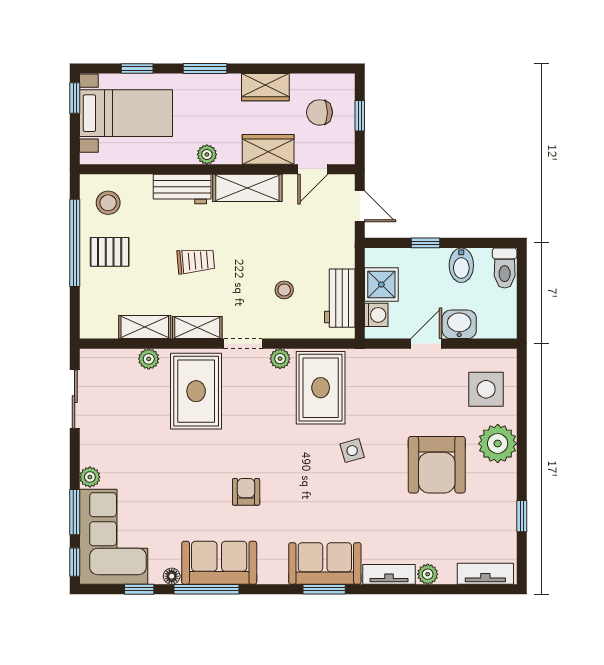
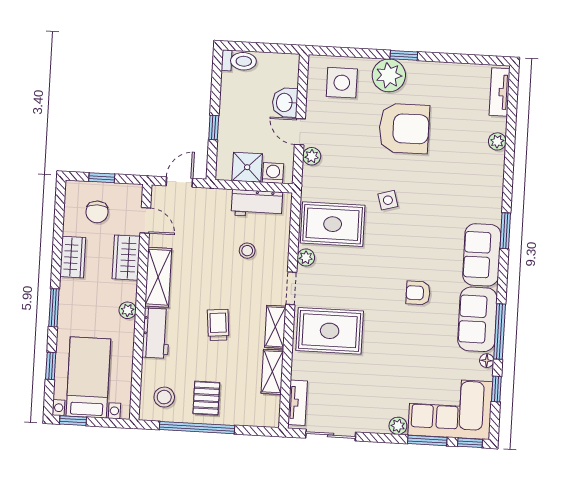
bidet: (461, 265) -> (235, 98), removed
plant: (149, 359) -> (312, 156), moved
window: (522, 516) -> (404, 55), moved
sofa: (325, 563) -> (482, 255), moved
tv unit: (389, 574) -> (298, 403), moved, turned 180

